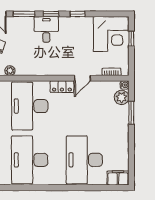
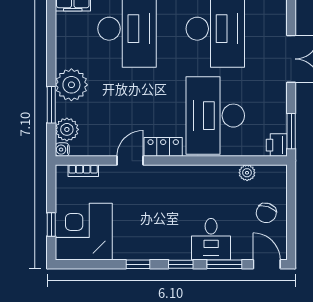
desk: (46, 29) -> (211, 239), moved
desk: (30, 106) -> (215, 116), turned 180
plant: (119, 125) -> (71, 85), added

